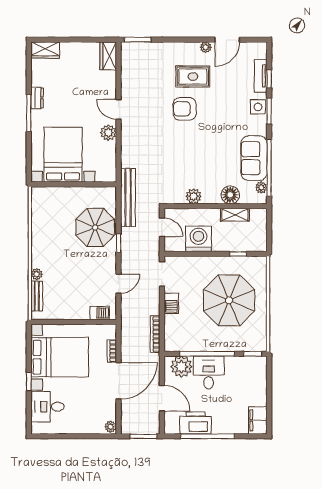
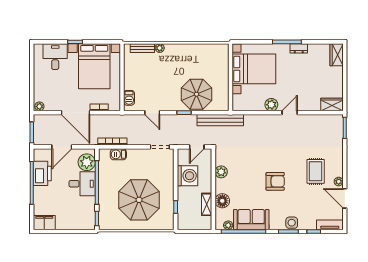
tv unit: (261, 76) -> (330, 225), moved
armchair: (185, 109) -> (275, 181), moved, turned 90
barbecue: (171, 303) -> (118, 154), moved

